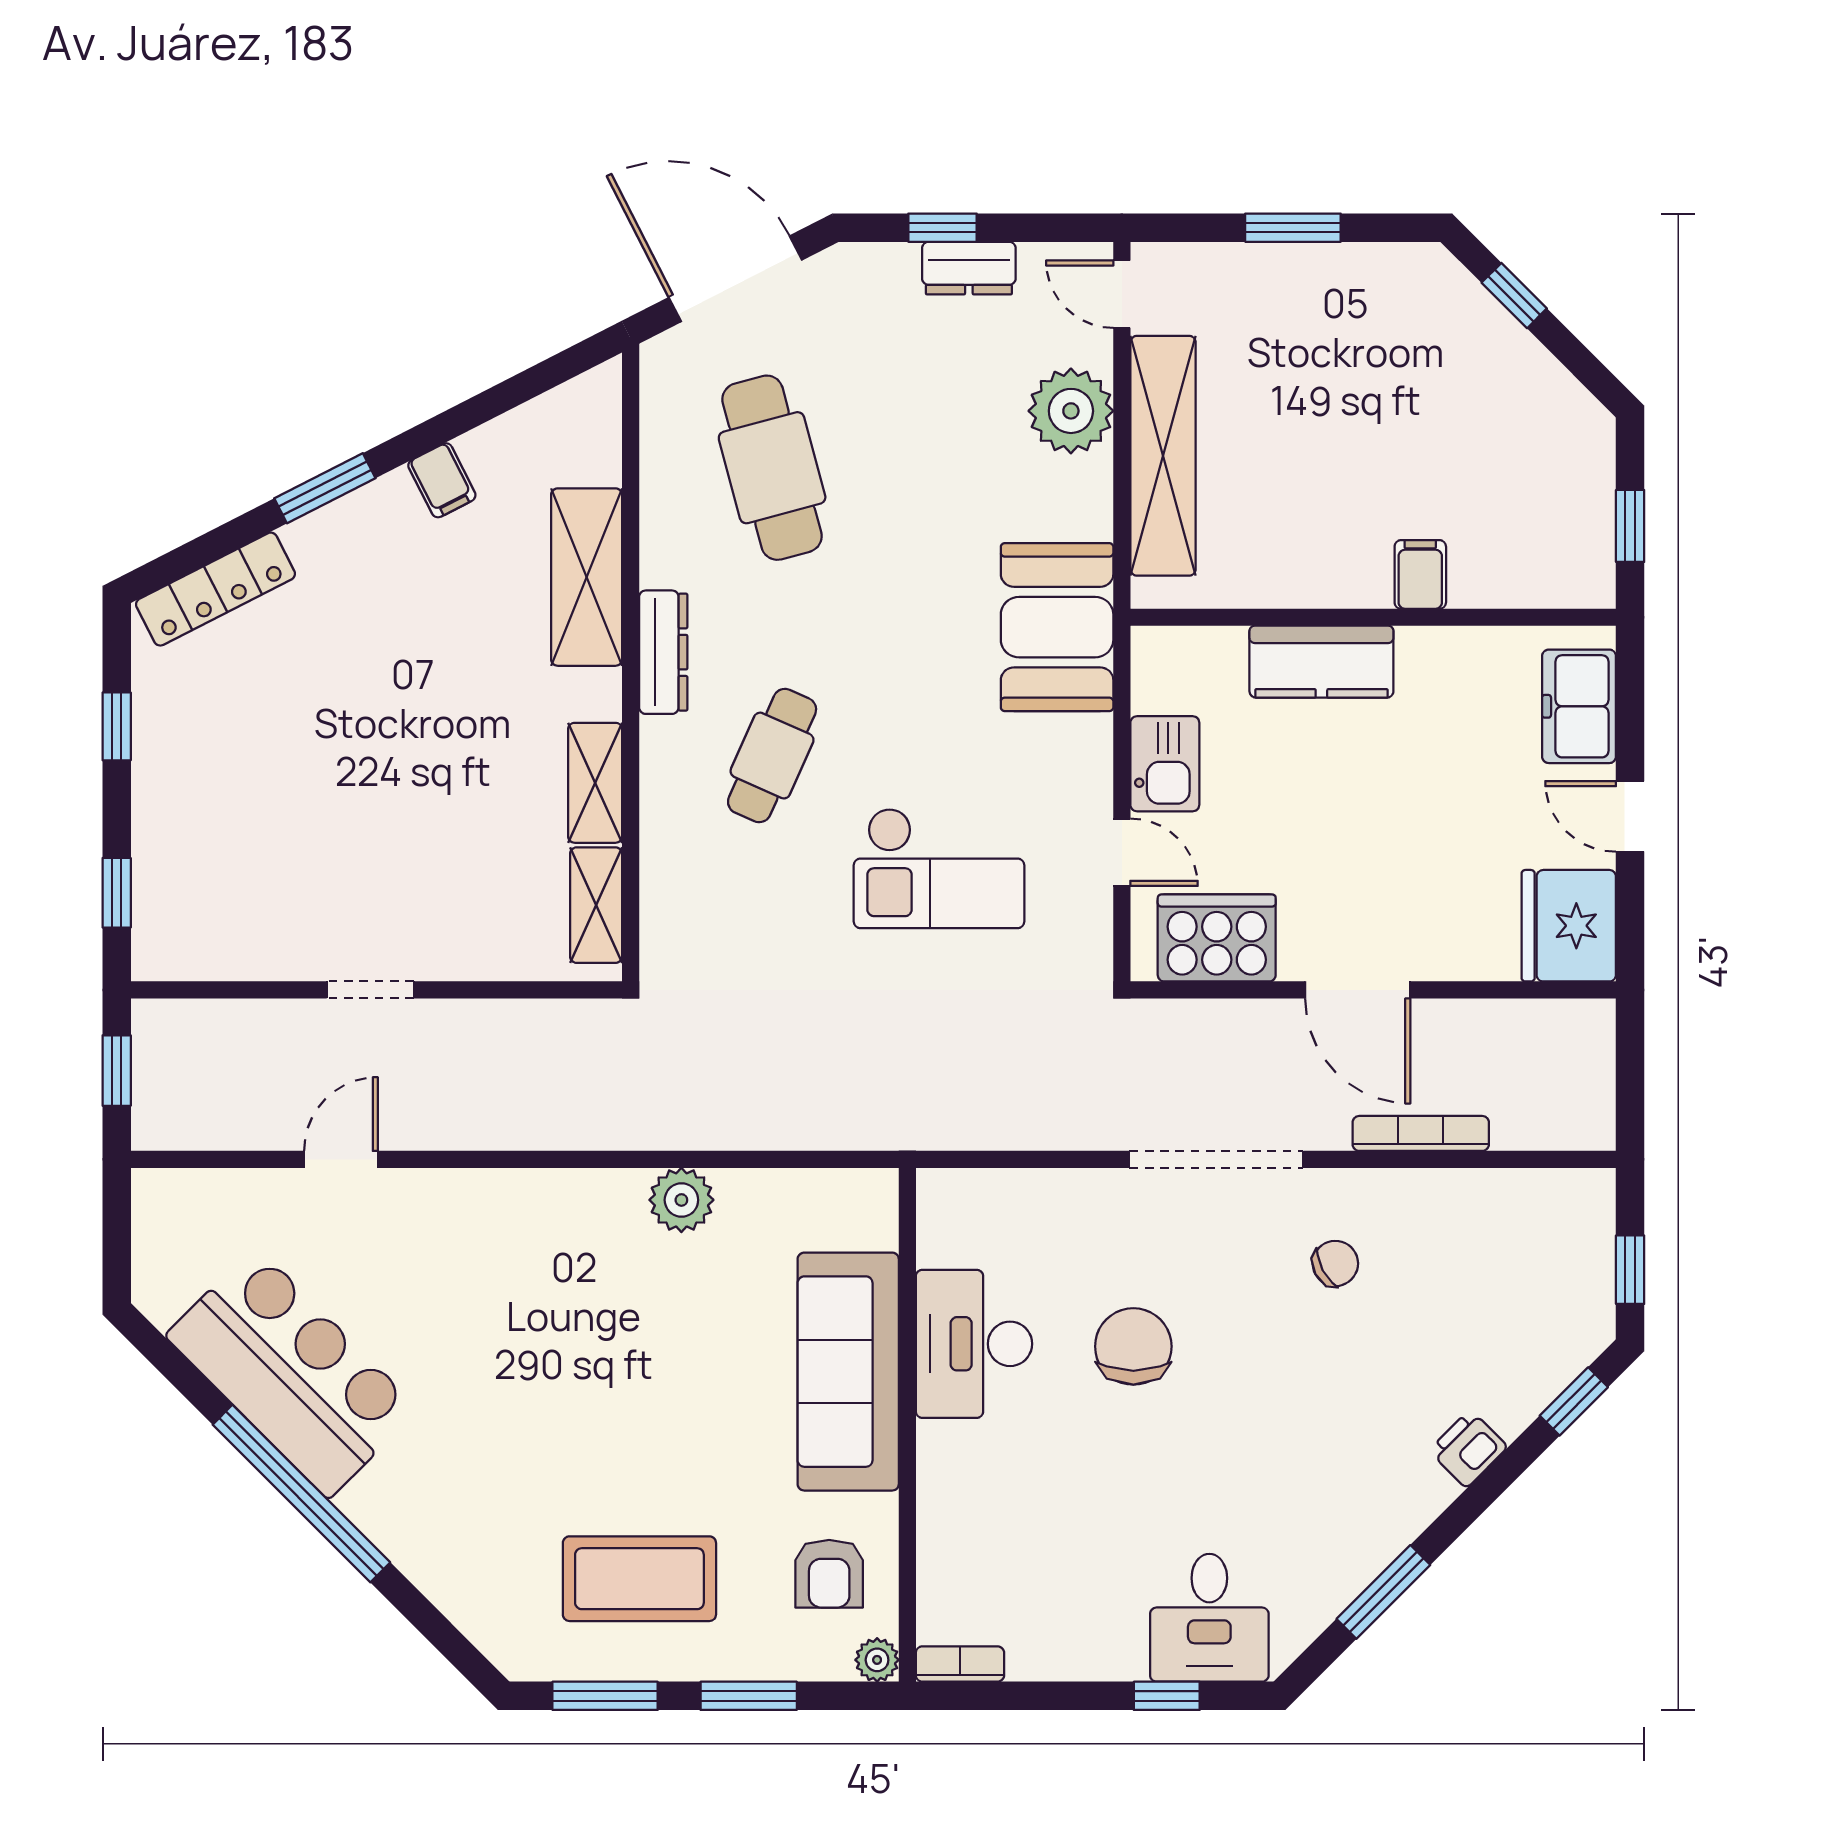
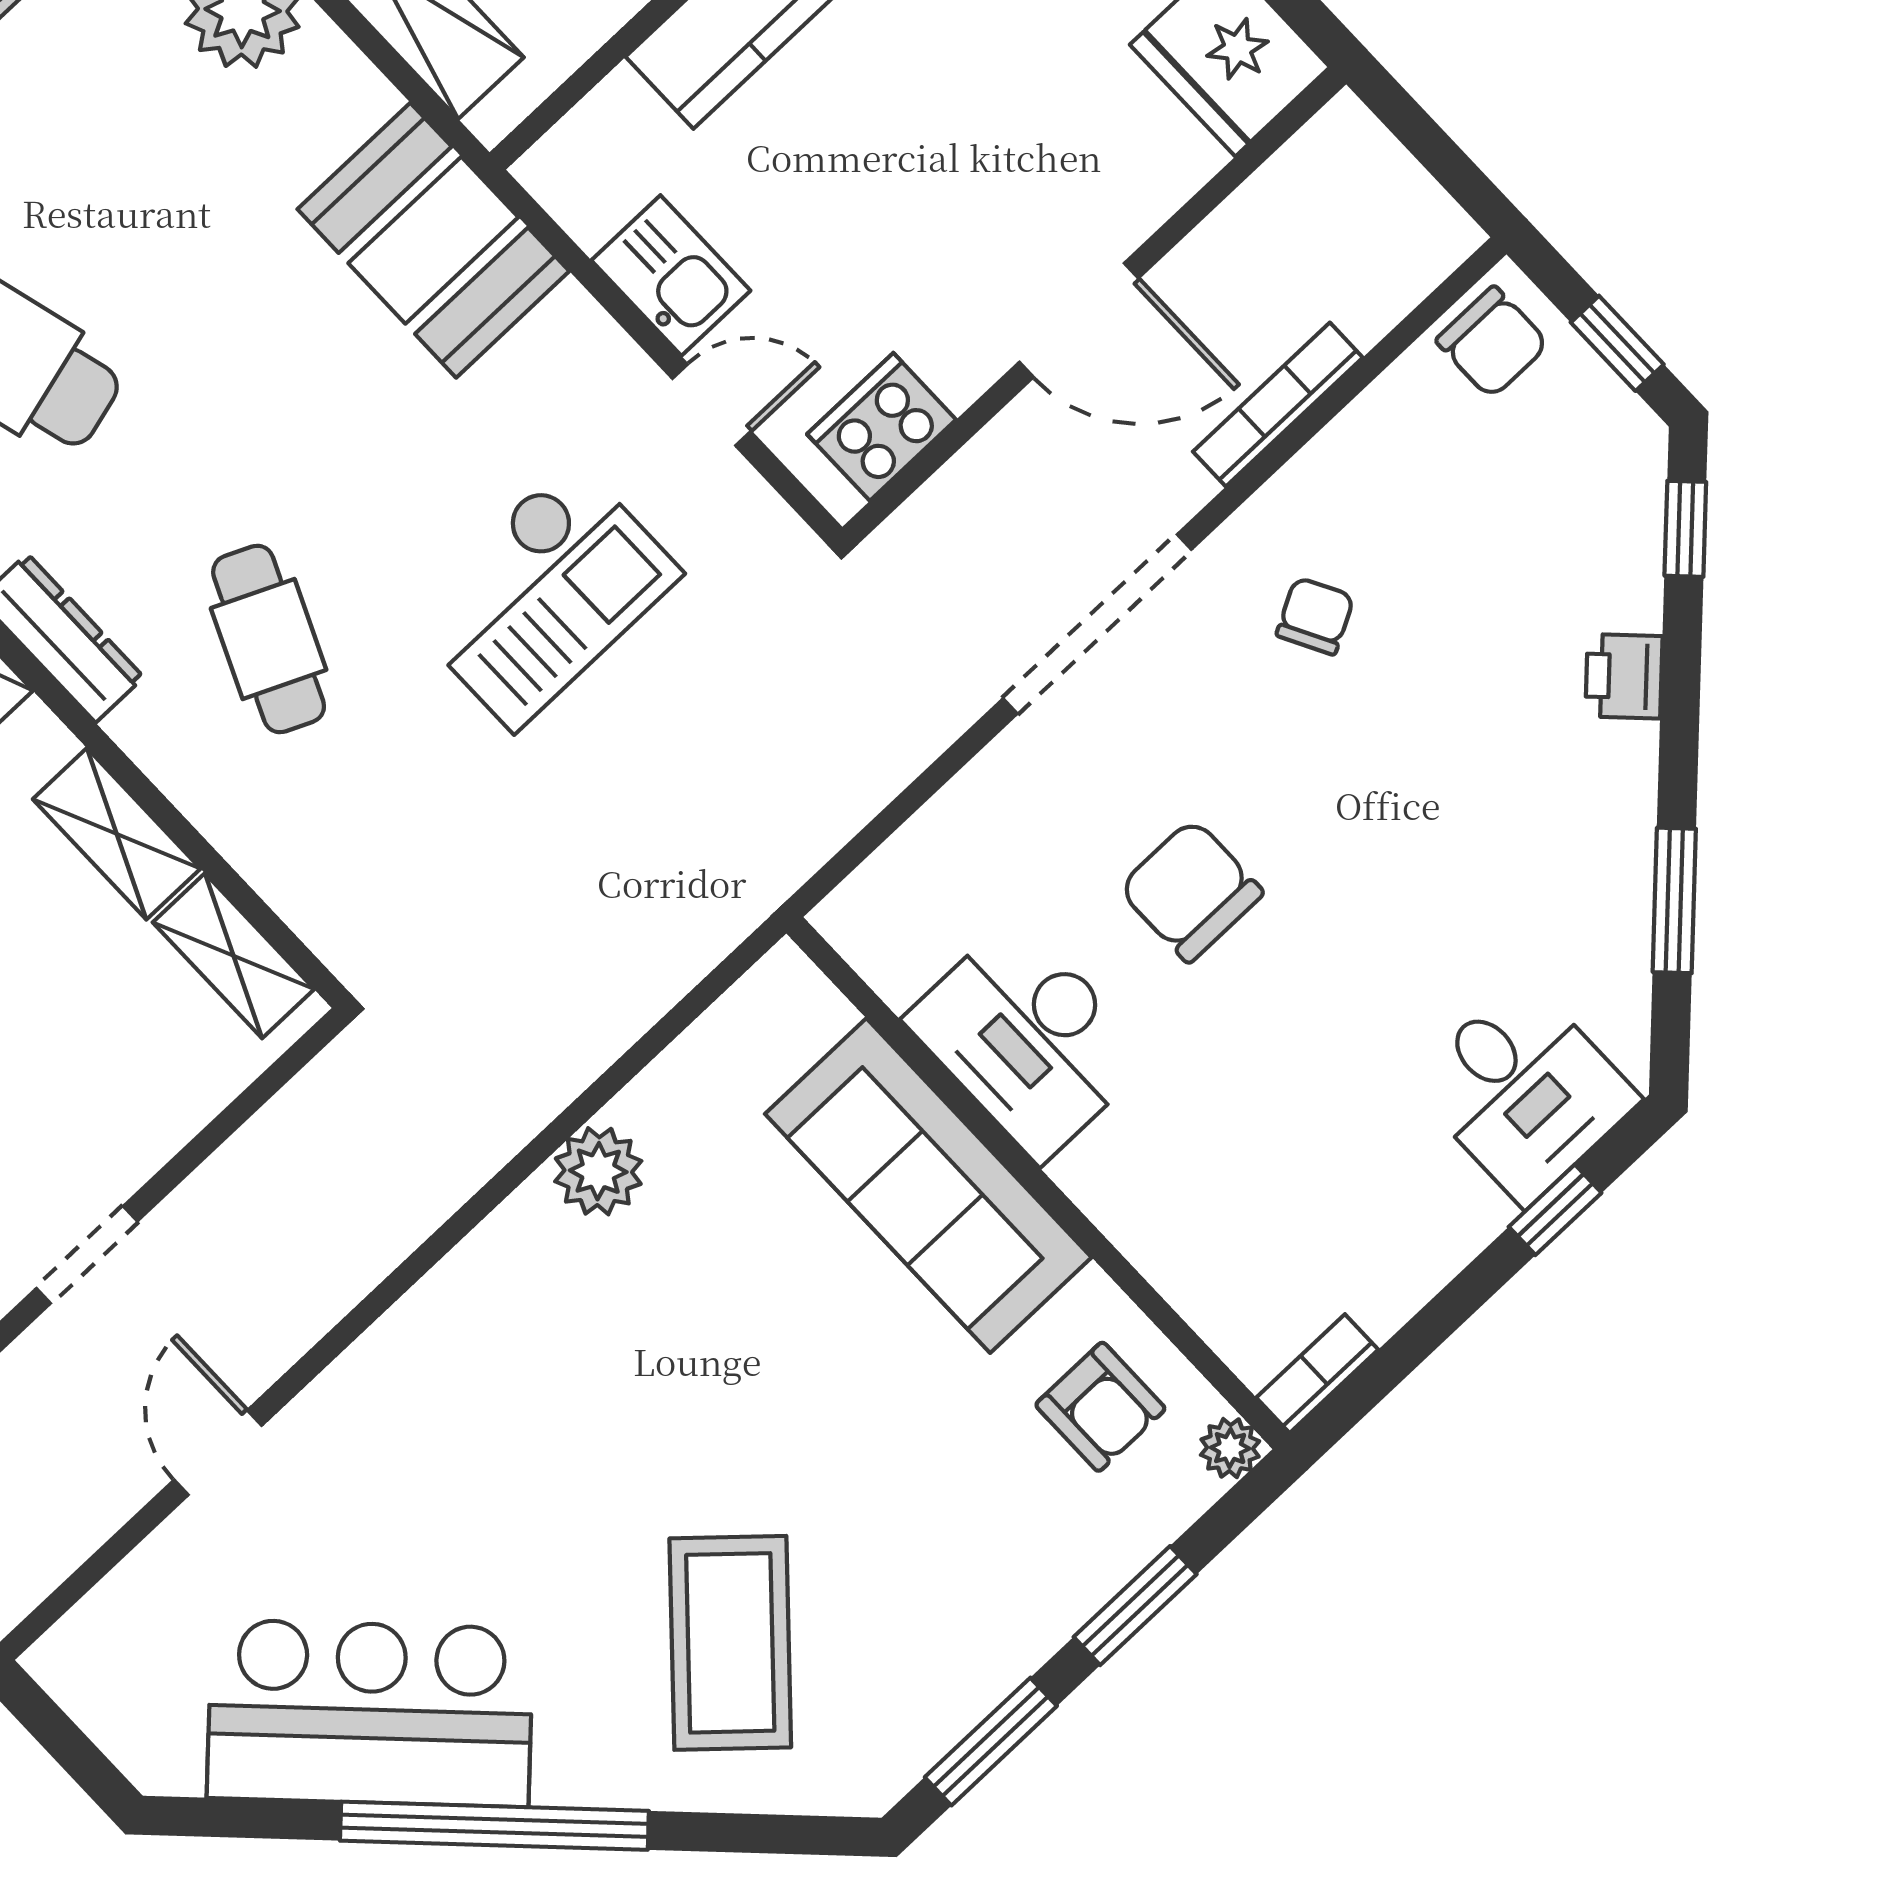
cooker: (1217, 938) -> (882, 427), width x0.73, depth x0.76
chair: (1565, 1207) -> (1492, 342), added
coffee table: (639, 1579) -> (730, 1643), moved, turned -48

